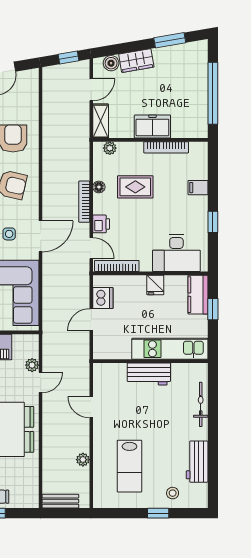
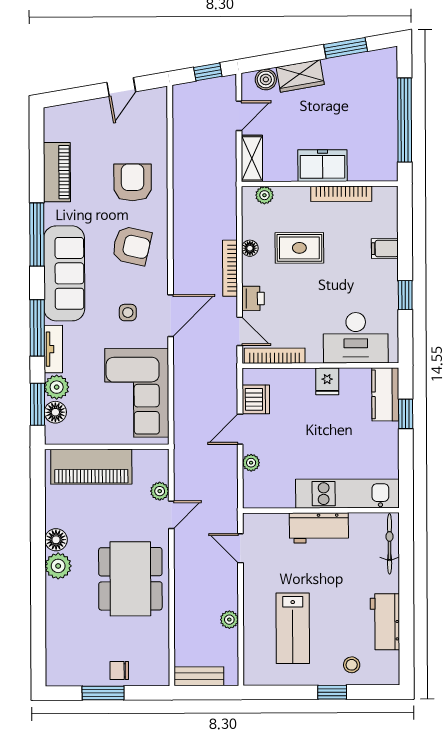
plant: (99, 344) -> (251, 463), added
kitchen unit: (170, 349) -> (347, 494), moved
wall: (150, 361) -> (321, 510), moved
workbench: (149, 374) -> (319, 528), moved

